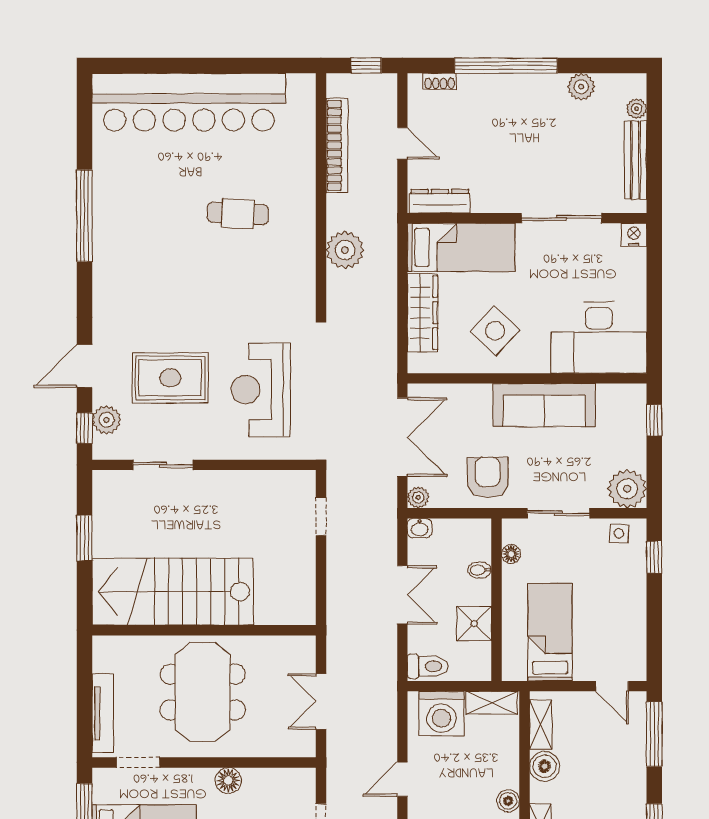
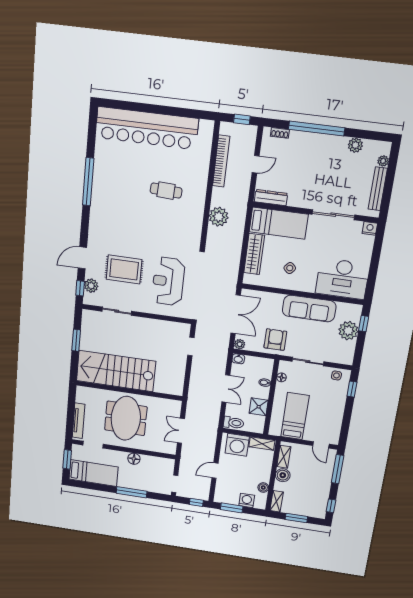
door: (402, 143) -> (256, 164), hinge flipped
side table: (495, 331) -> (290, 268), width x0.54, depth x0.54
plant: (627, 489) -> (348, 331), moved

